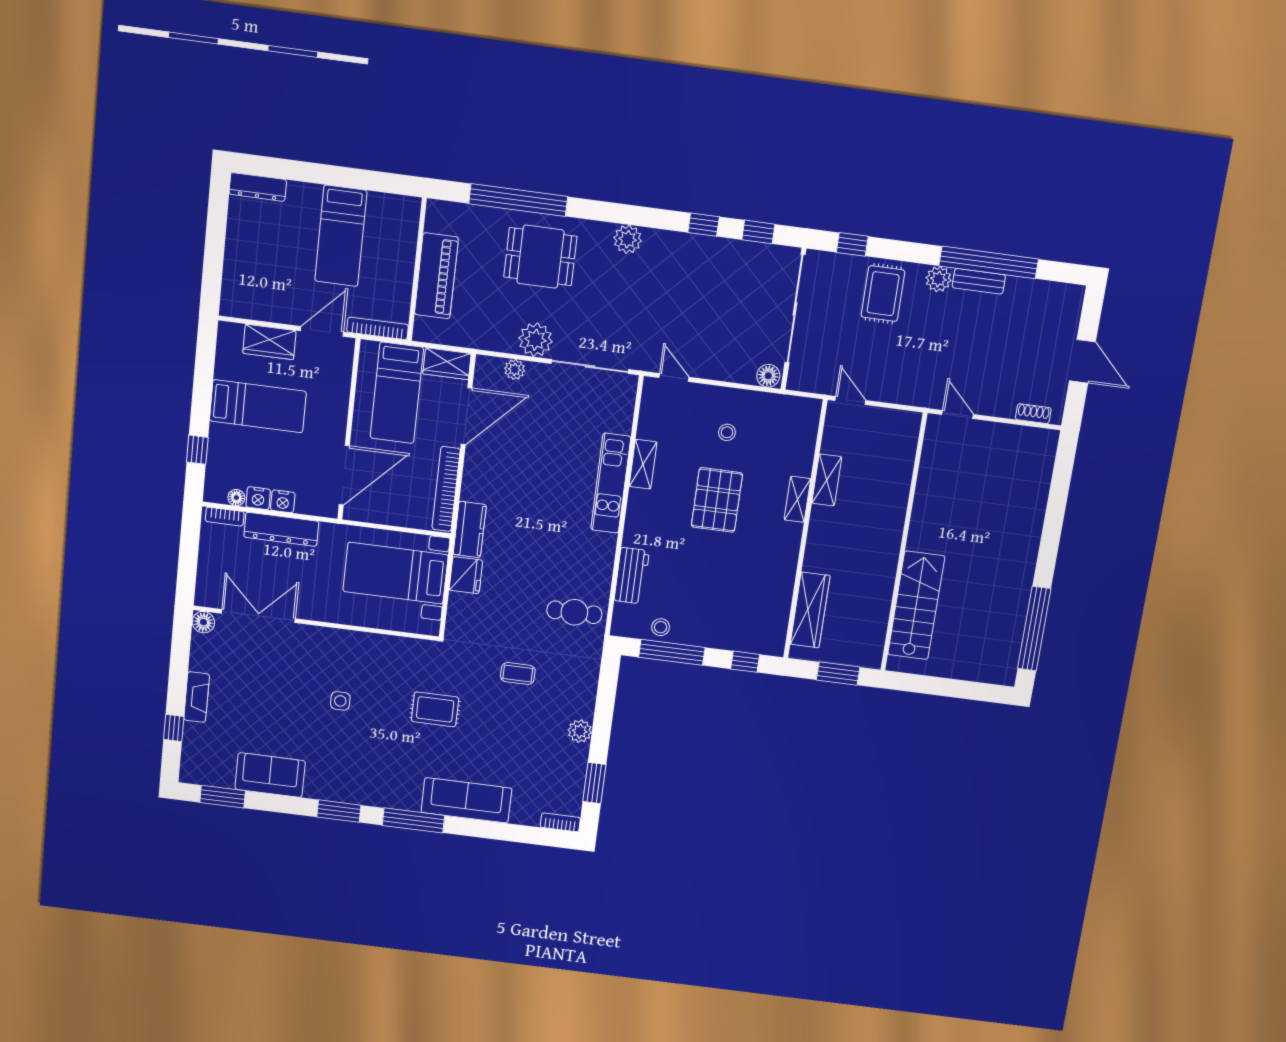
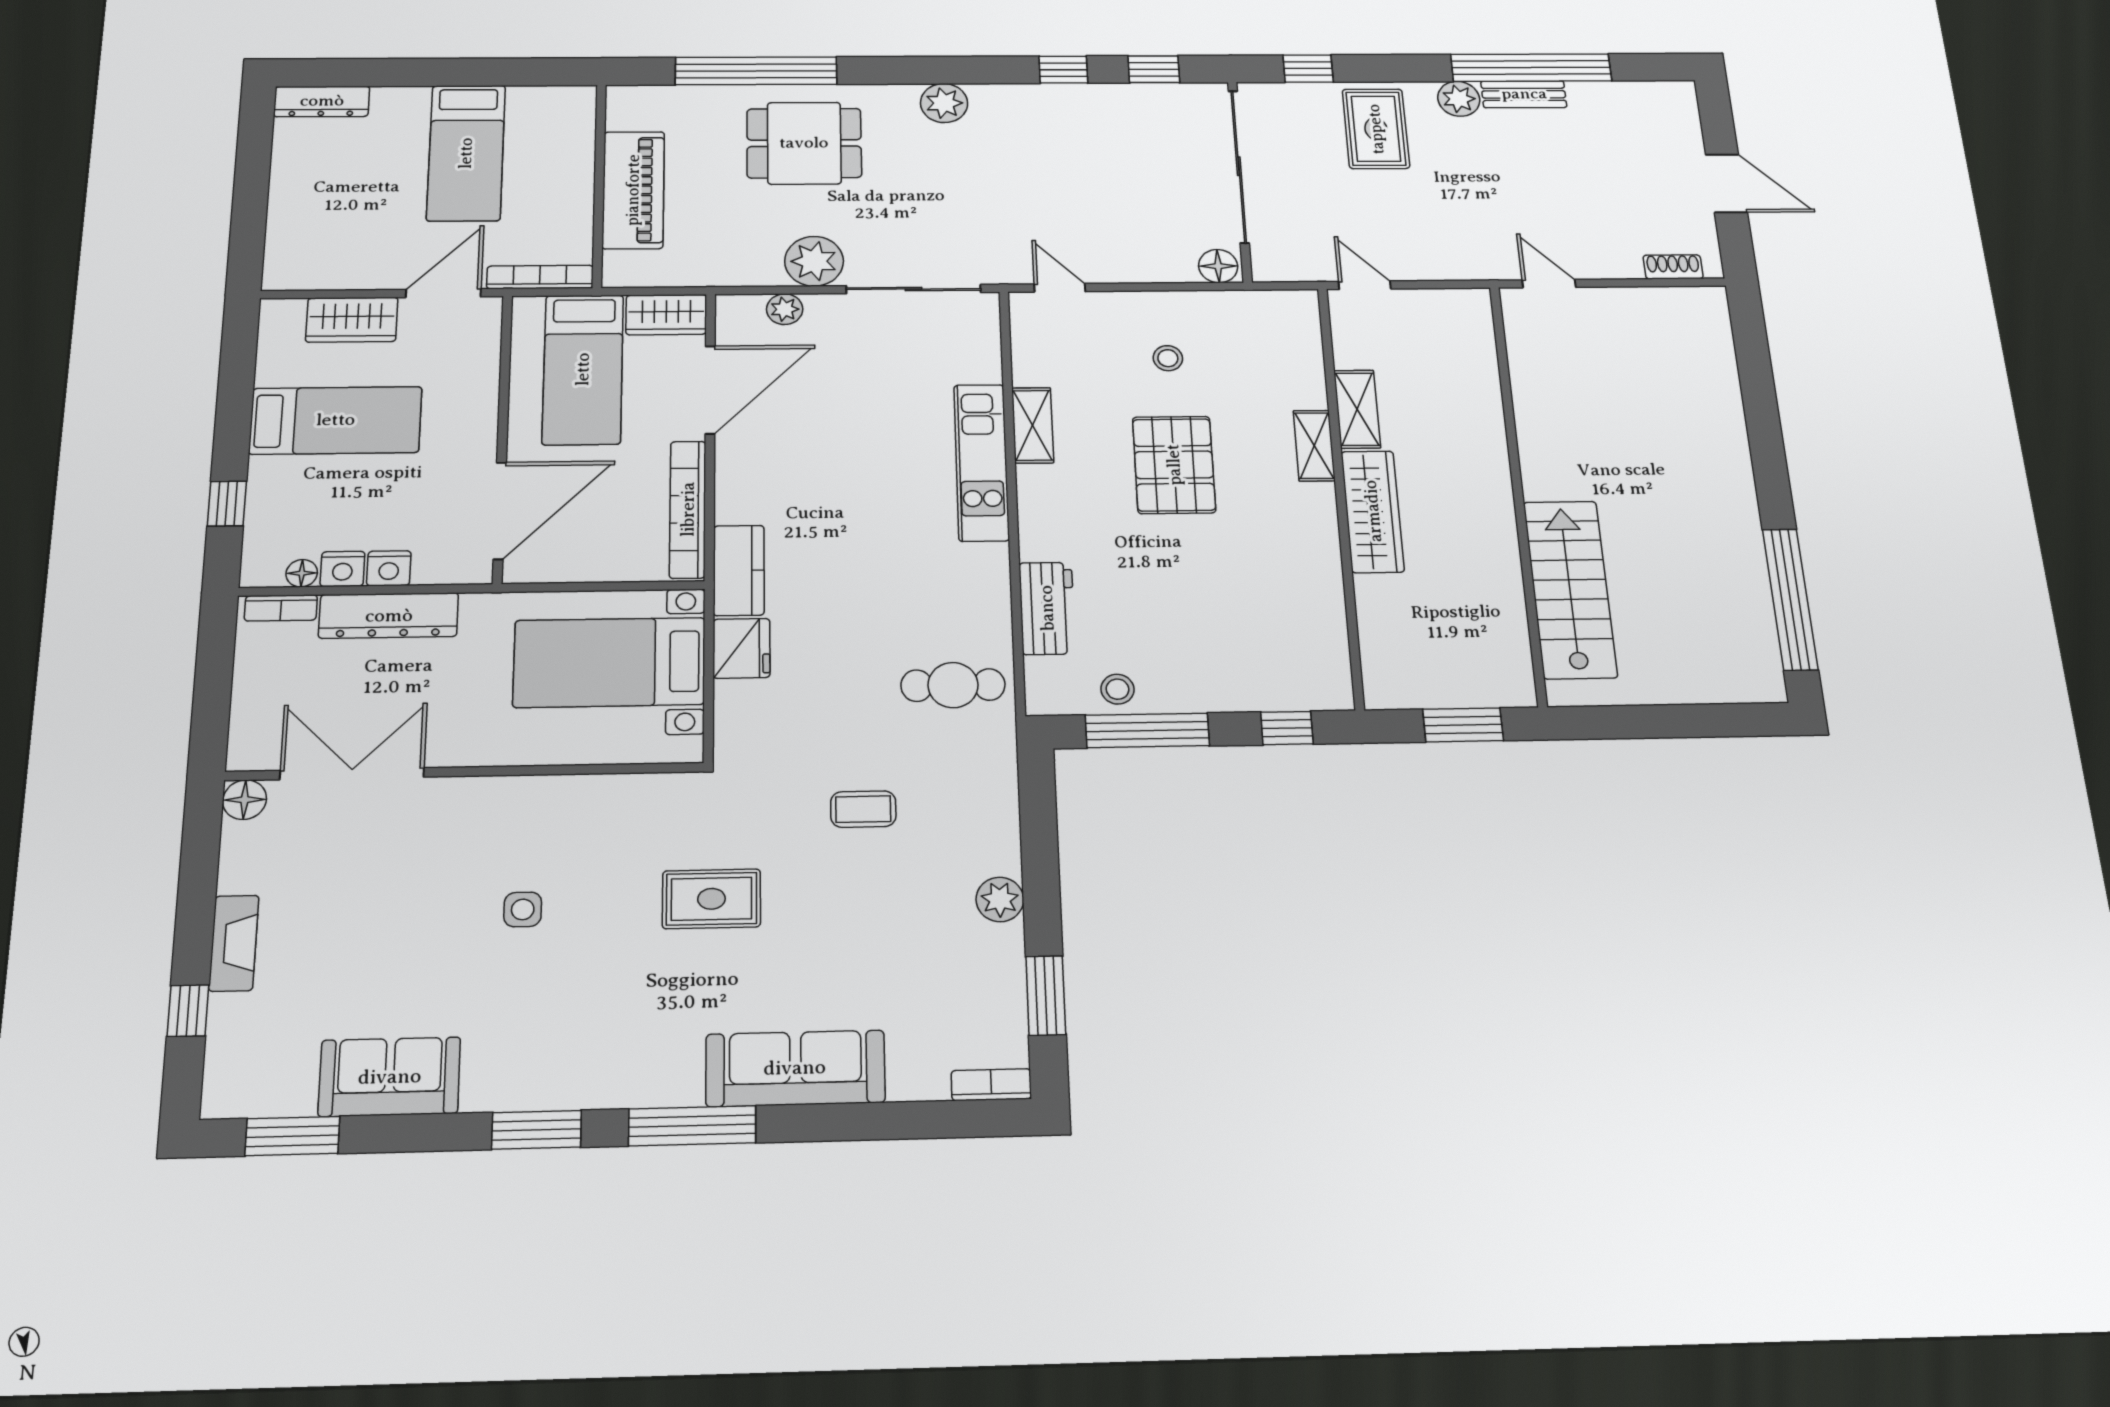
wardrobe: (810, 610) -> (1373, 511), moved

